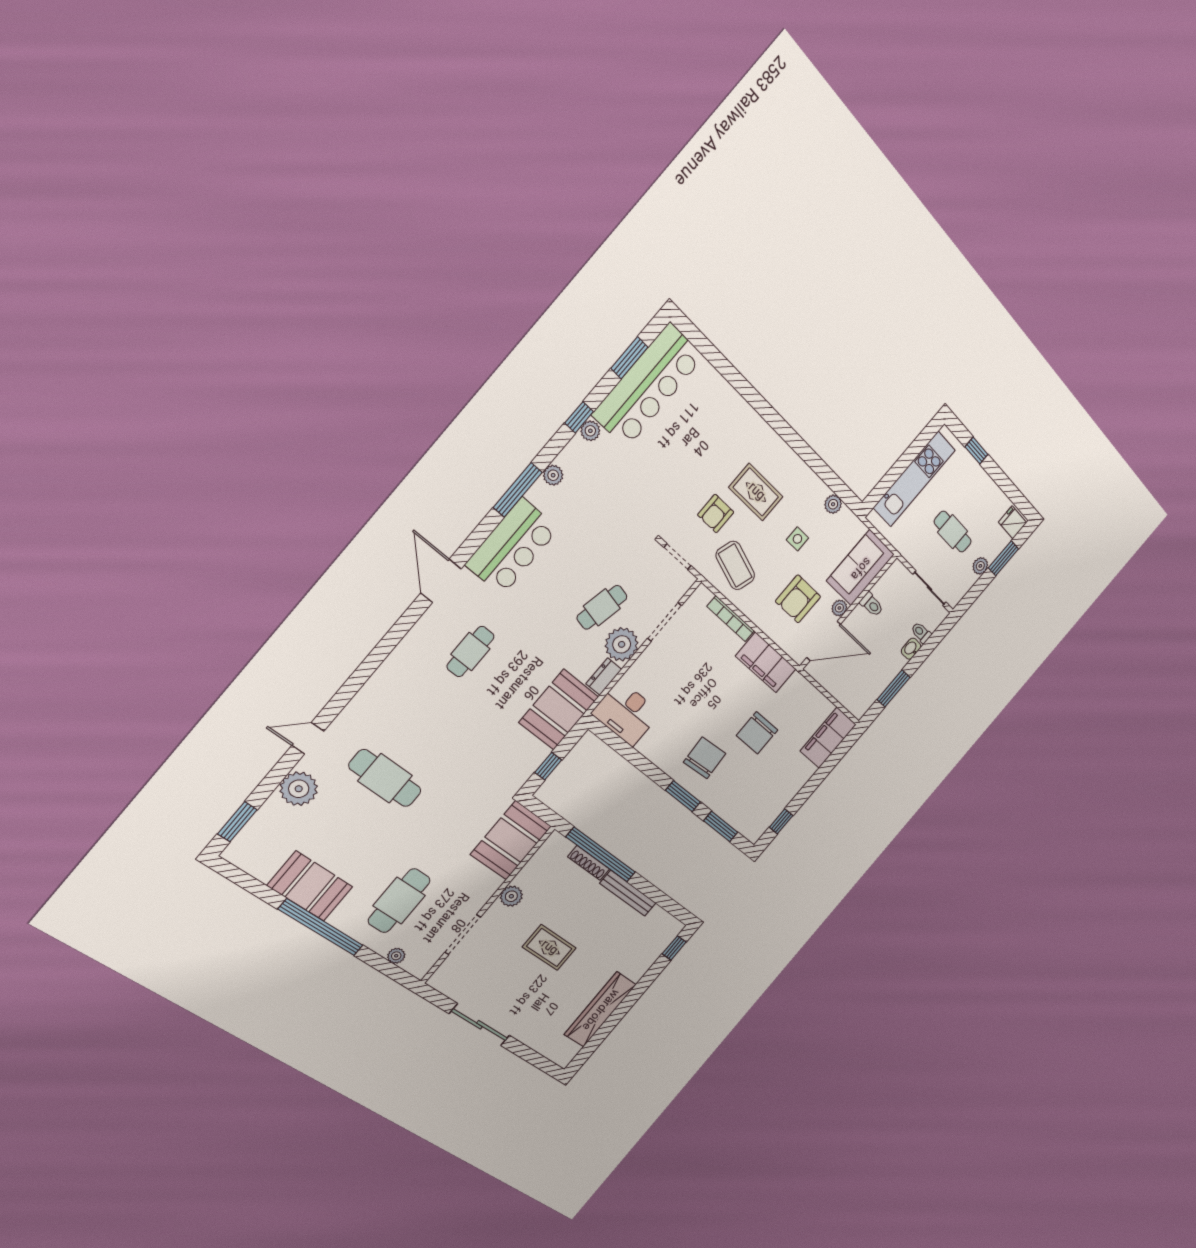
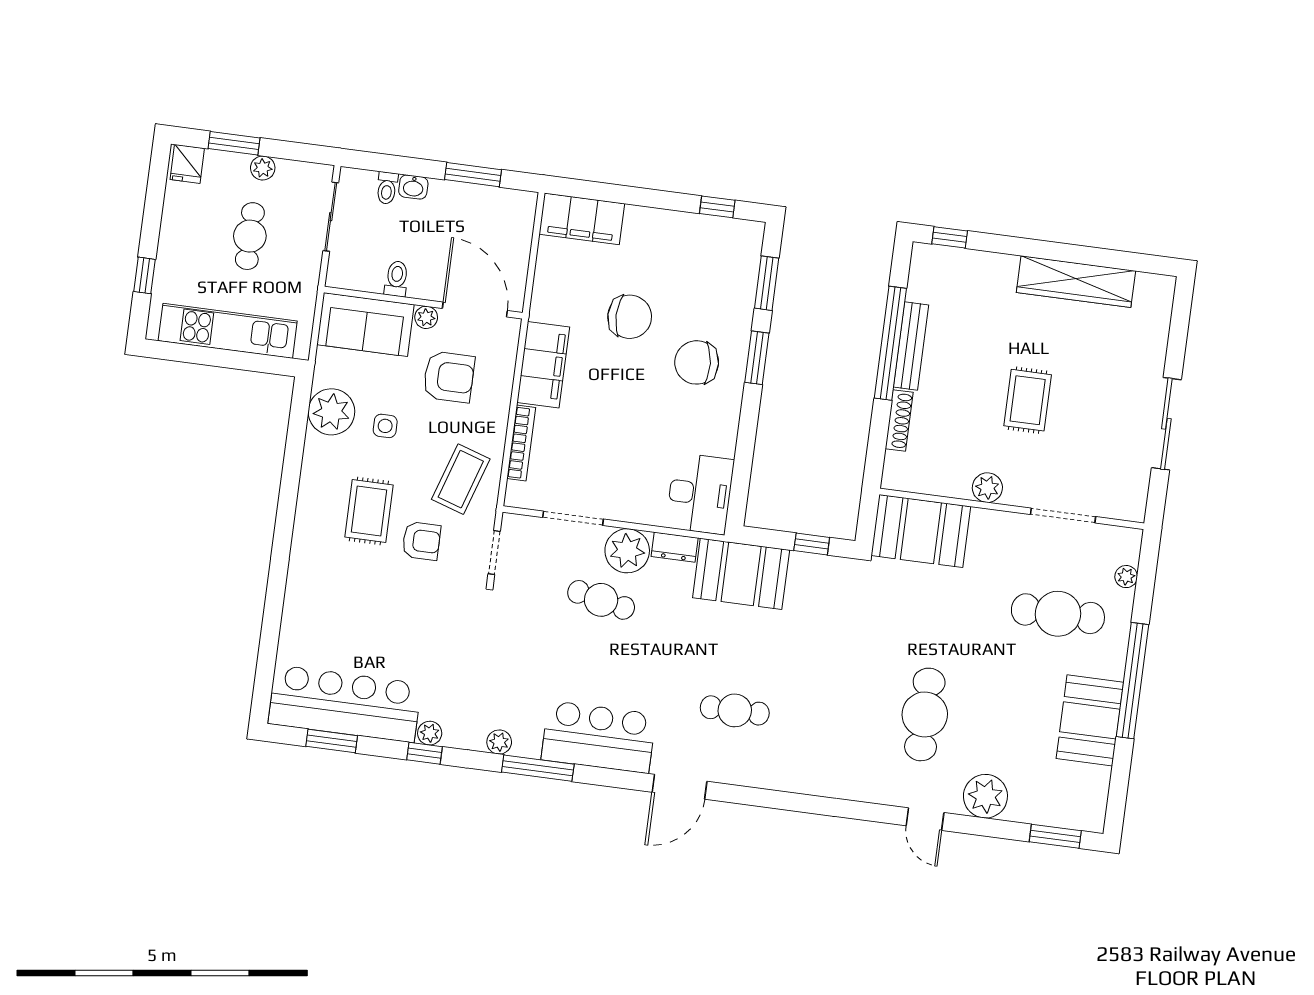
plant: (833, 504) -> (331, 412), width x1.88, depth x1.88
window: (601, 855) -> (890, 343), moved

